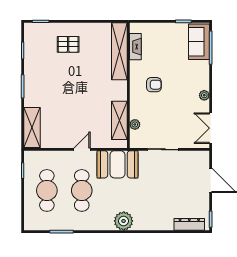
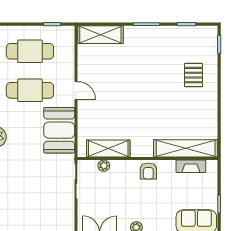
fireplace: (135, 47) -> (191, 166), moved
shelving: (119, 51) -> (186, 148), moved
wall: (128, 85) -> (148, 159), moved
shelving: (119, 120) -> (108, 148), moved
plant: (135, 124) -> (104, 166), moved

